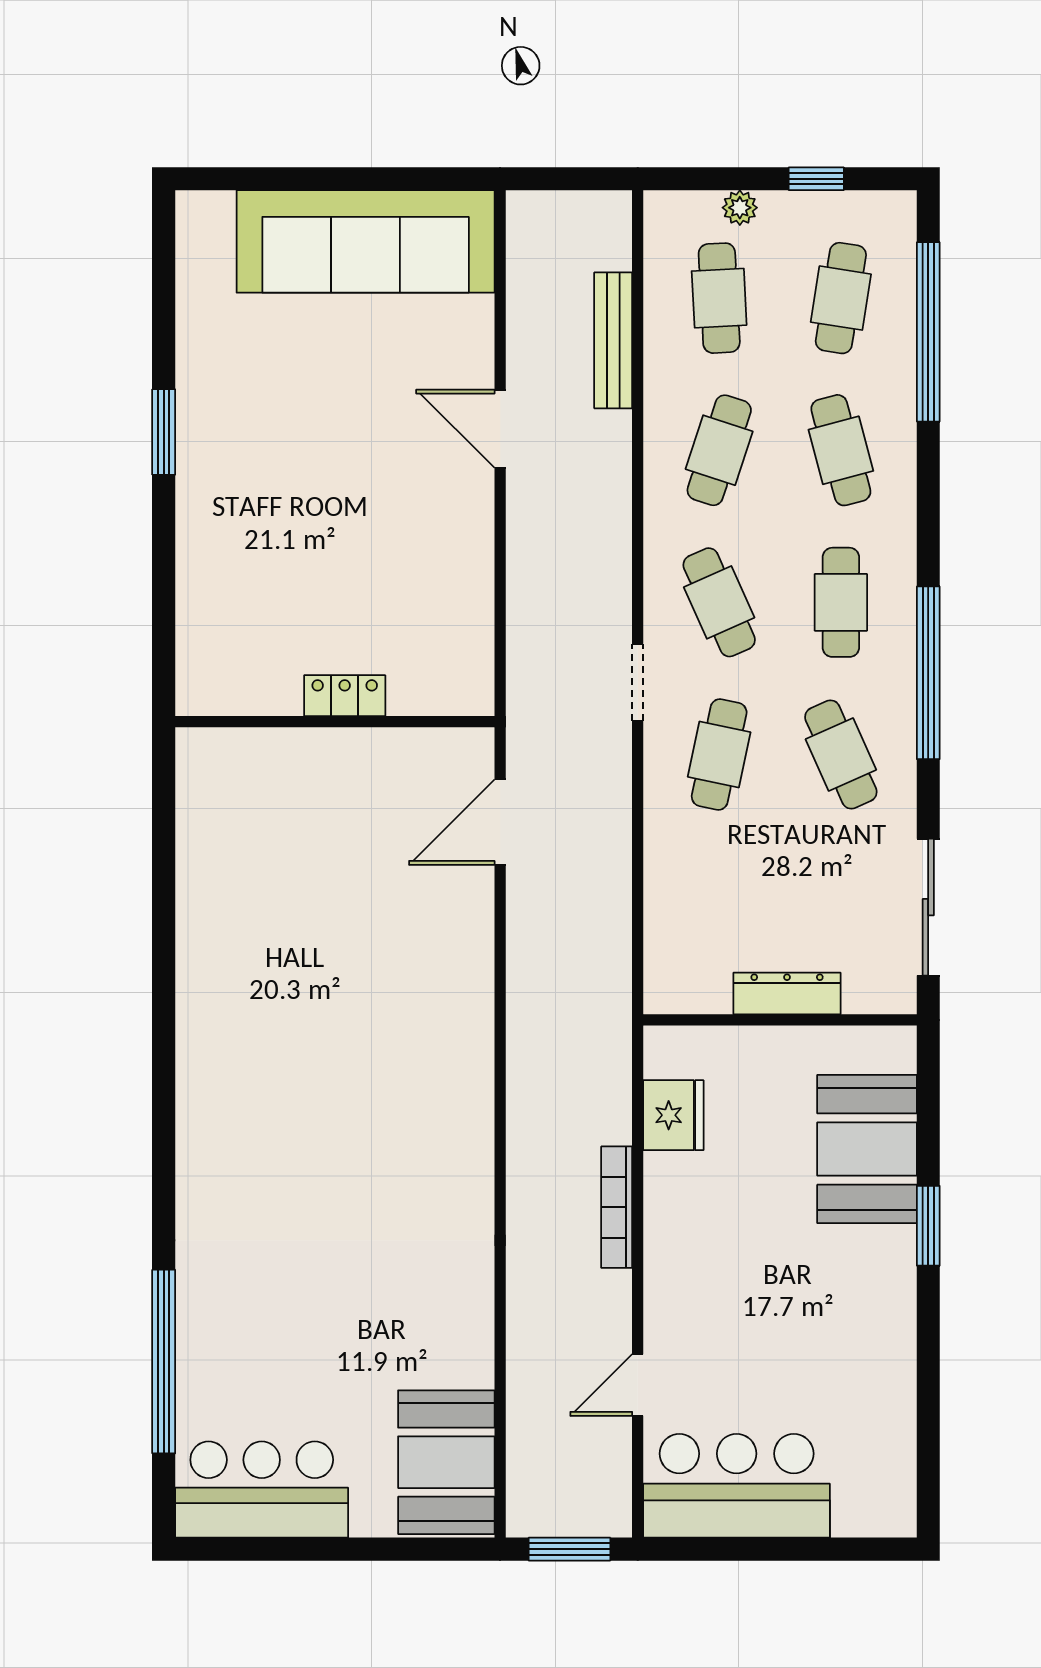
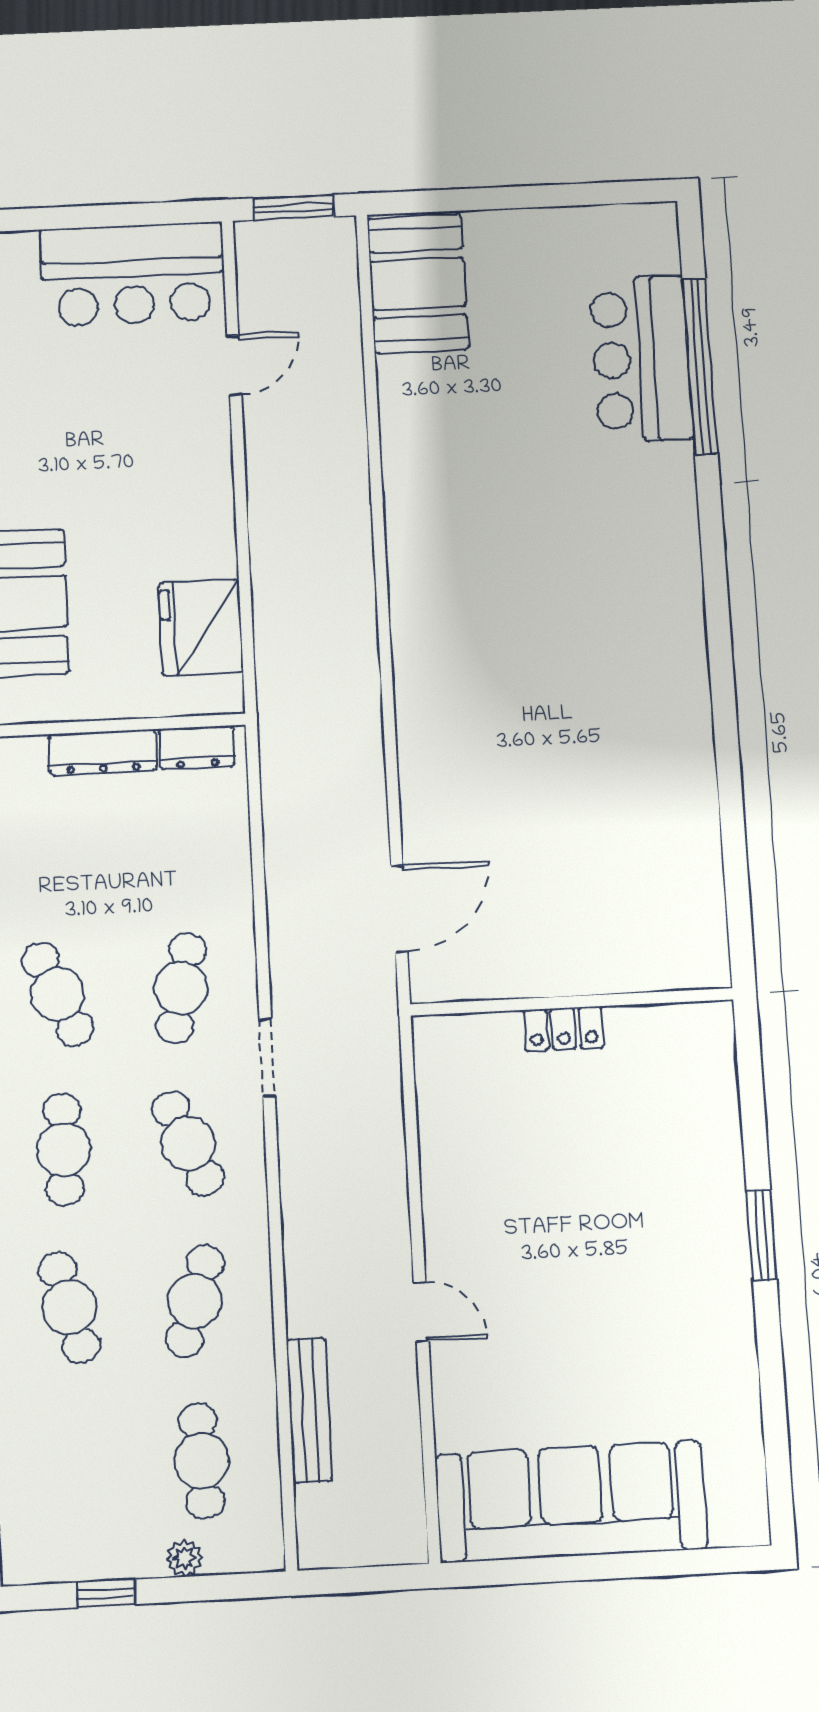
cafe table: (841, 298) -> (75, 1468), removed
door: (500, 429) -> (421, 1312), width x0.73
window: (164, 432) -> (762, 1235), moved
dresser: (693, 994) -> (197, 747), added
fridge: (673, 1115) -> (201, 628), width x1.36, depth x1.34
bookcase: (617, 1207) -> (263, 535), removed
bar counter: (262, 1490) -> (641, 359), moved, turned 90

